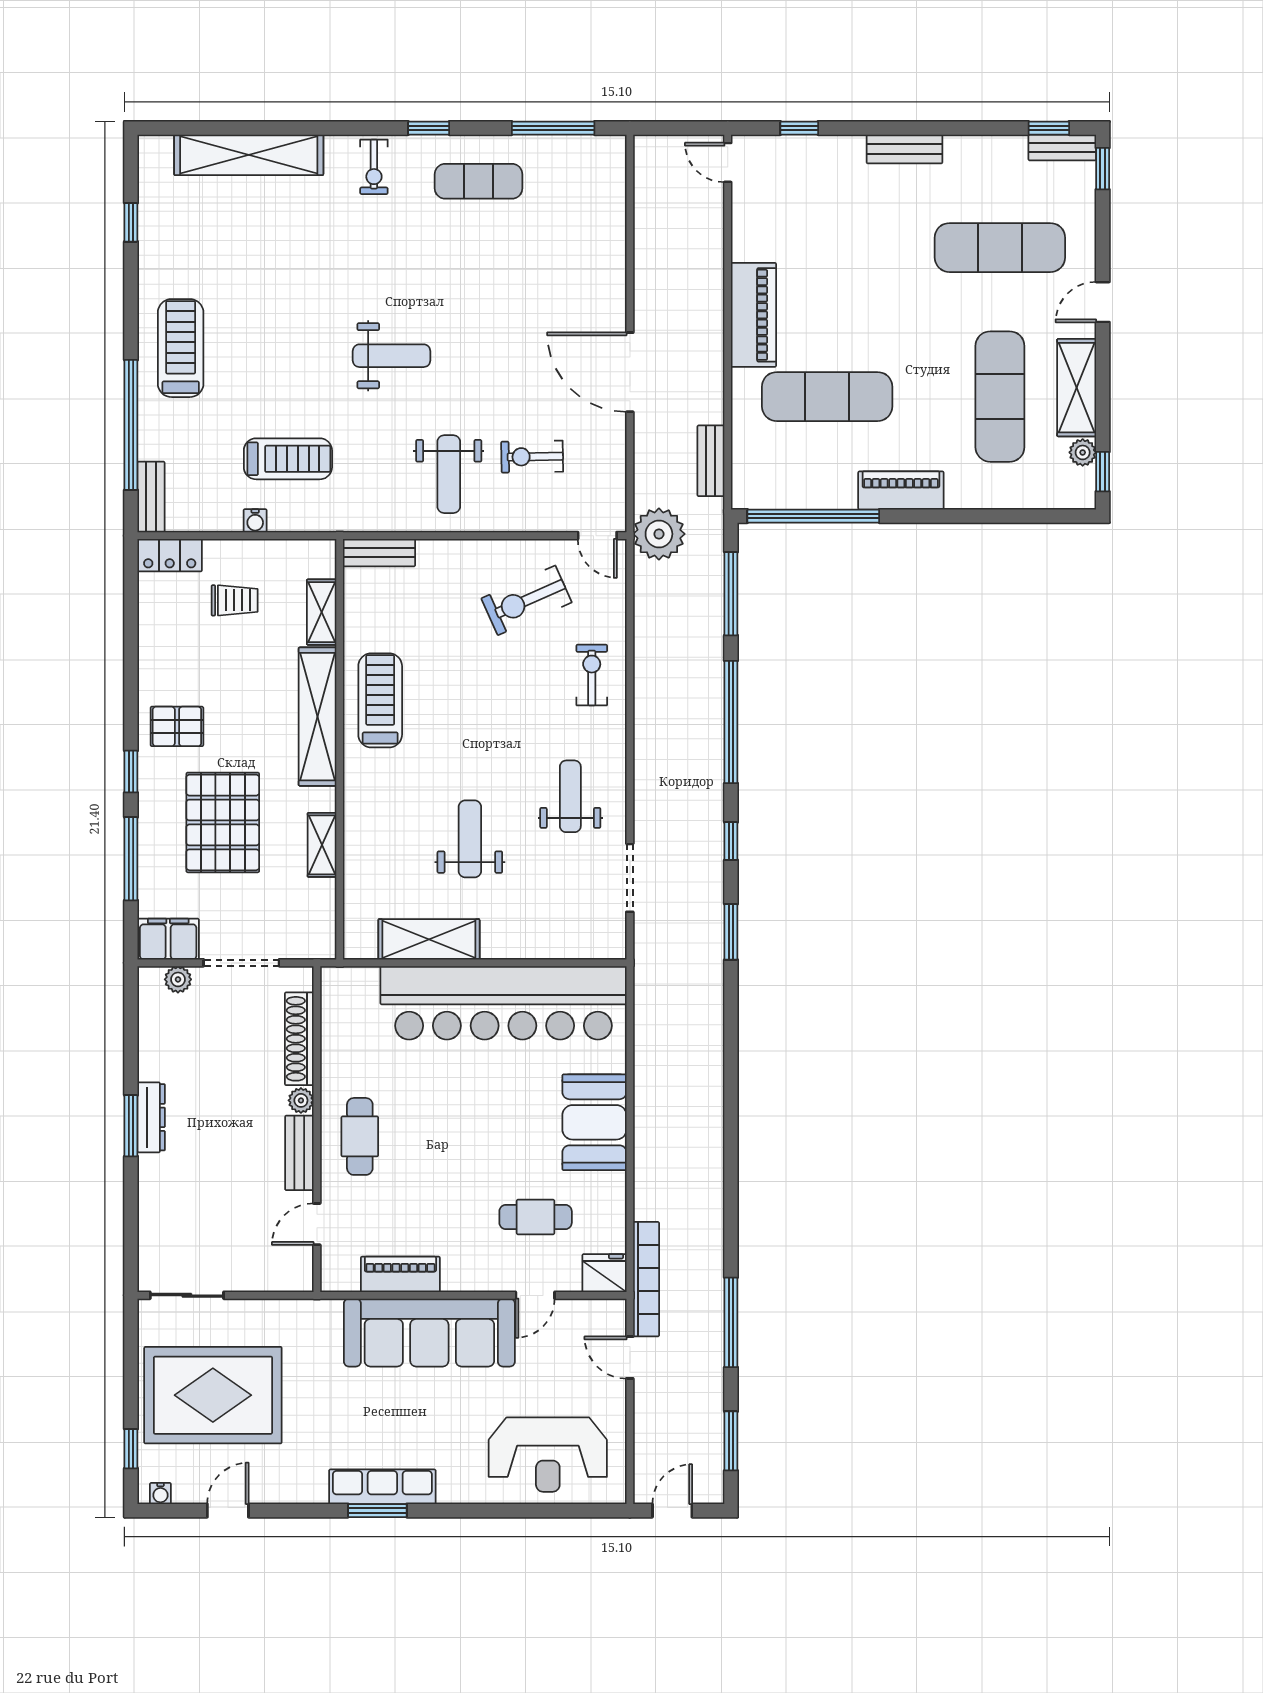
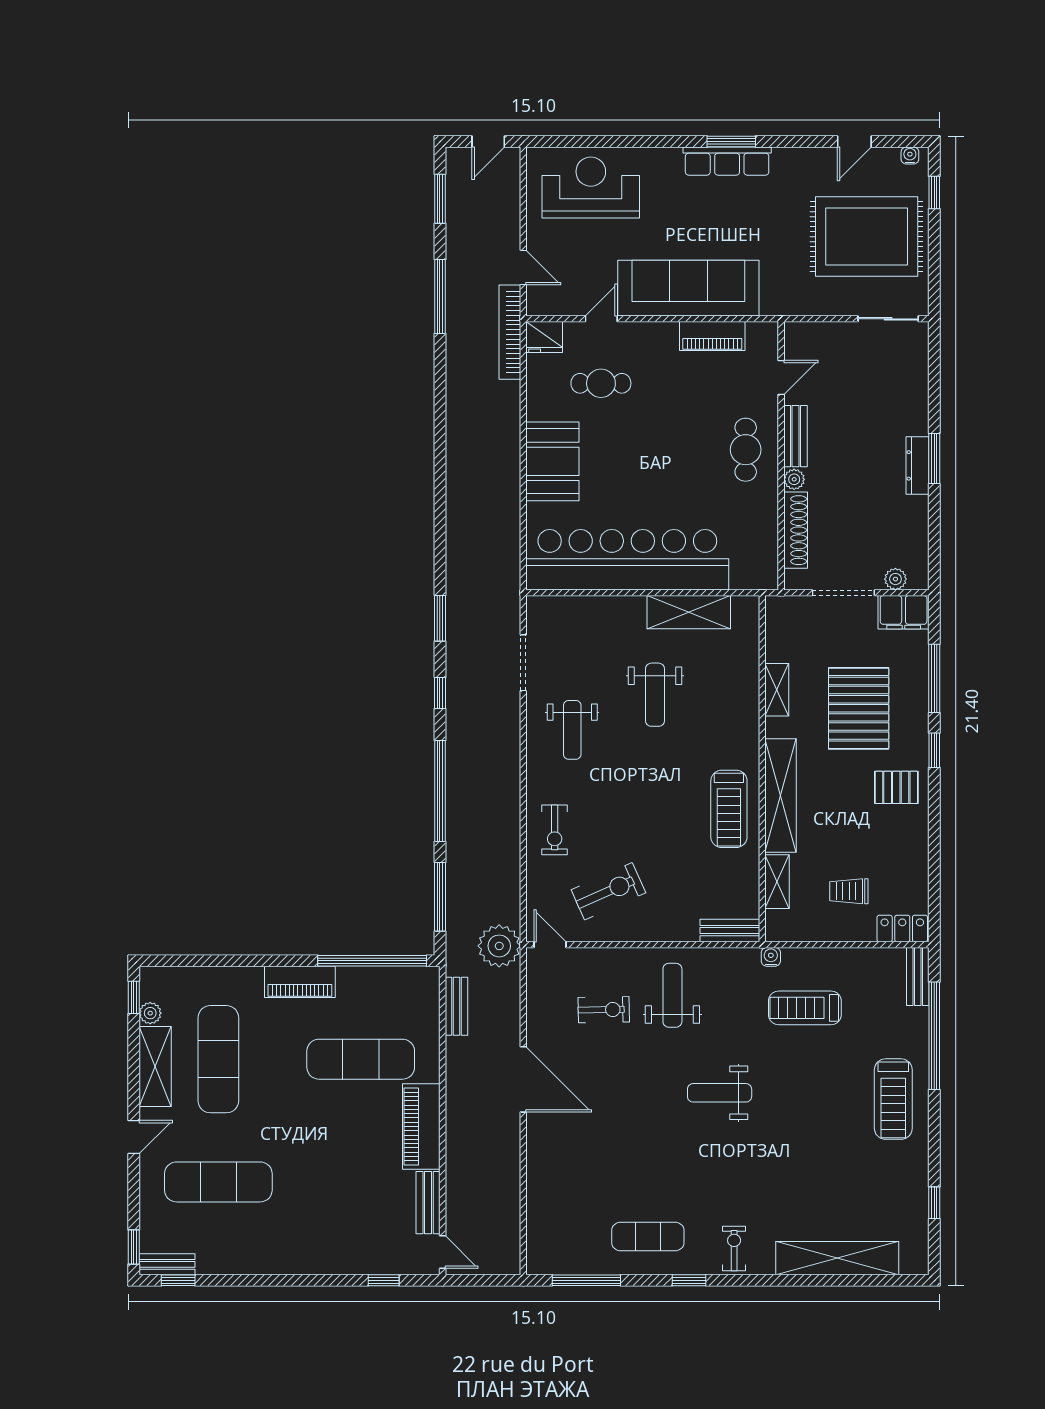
bench: (905, 149) -> (428, 1203), moved, turned 90
water cooler: (255, 521) -> (771, 957), moved

